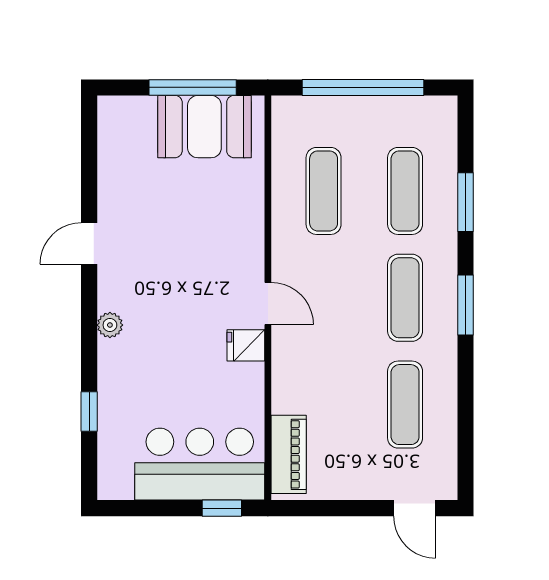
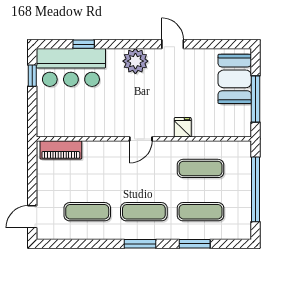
booth: (204, 127) -> (235, 79), moved
plant: (110, 325) -> (135, 61), width x1.88, depth x1.88
fridge: (246, 345) -> (183, 127), moved
bar counter: (200, 464) -> (71, 67), moved, turned 90
window: (222, 508) -> (32, 76), moved

